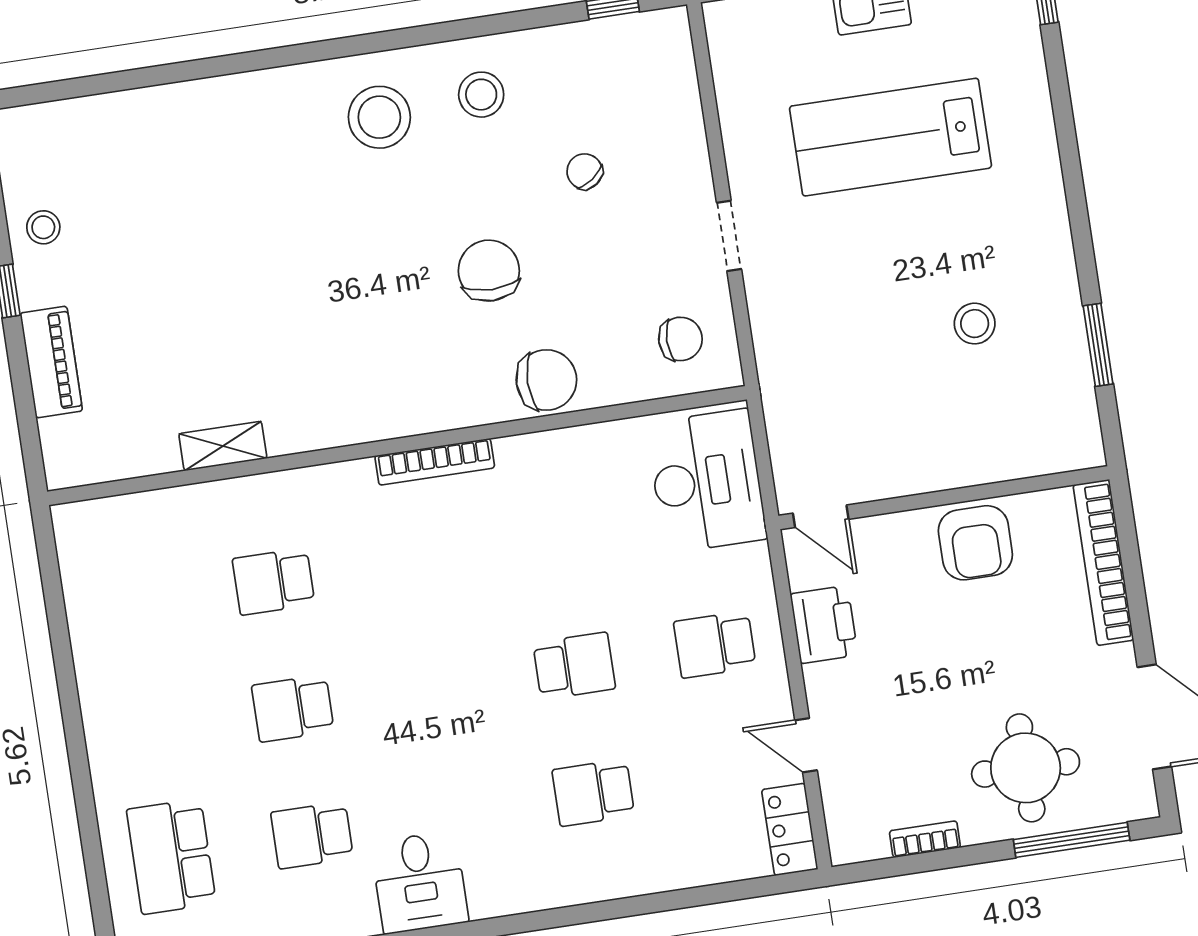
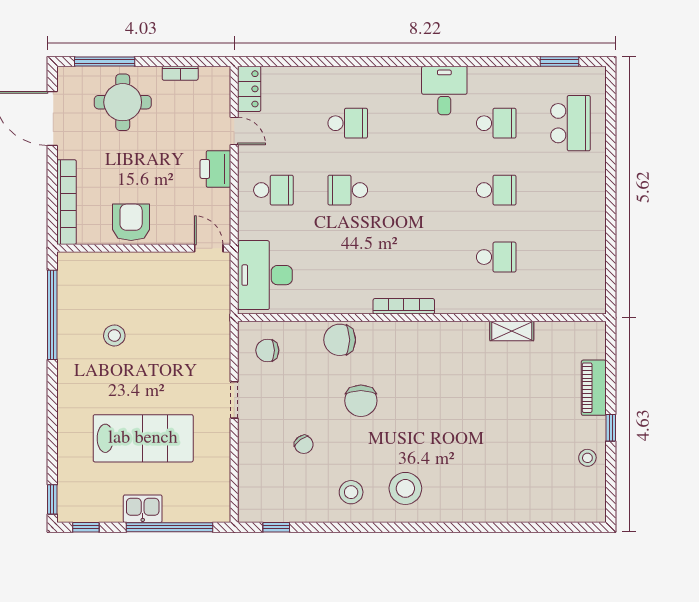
window: (1098, 345) -> (52, 315), width x2.11
printer: (824, 625) -> (215, 169), moved

